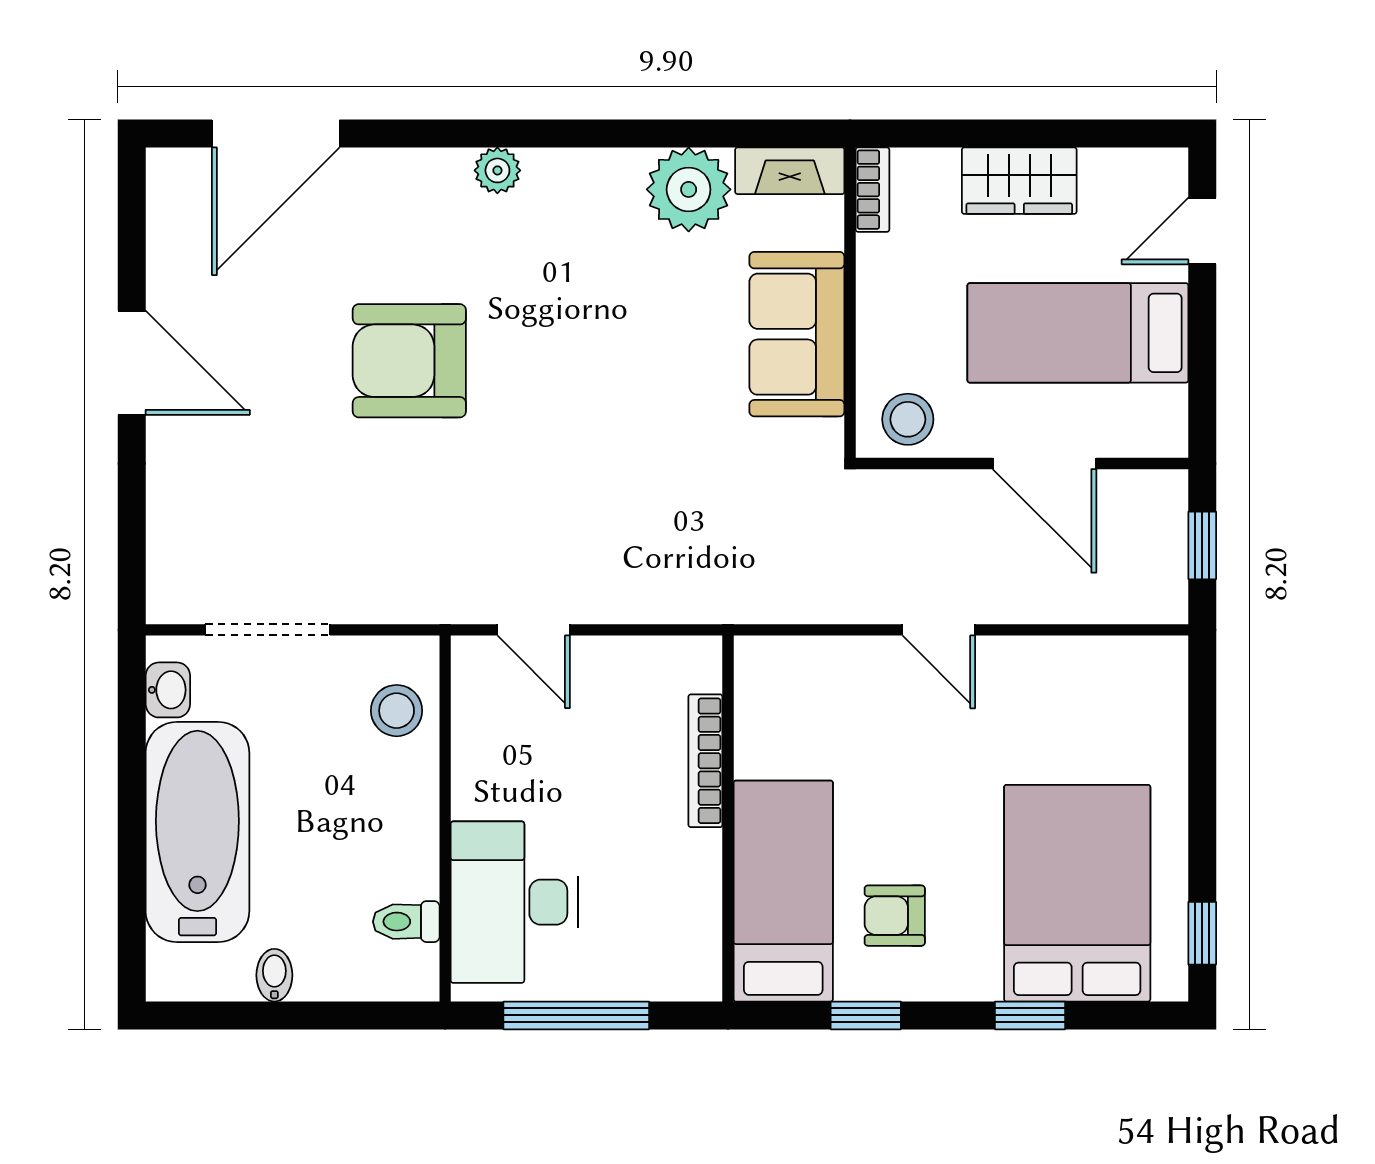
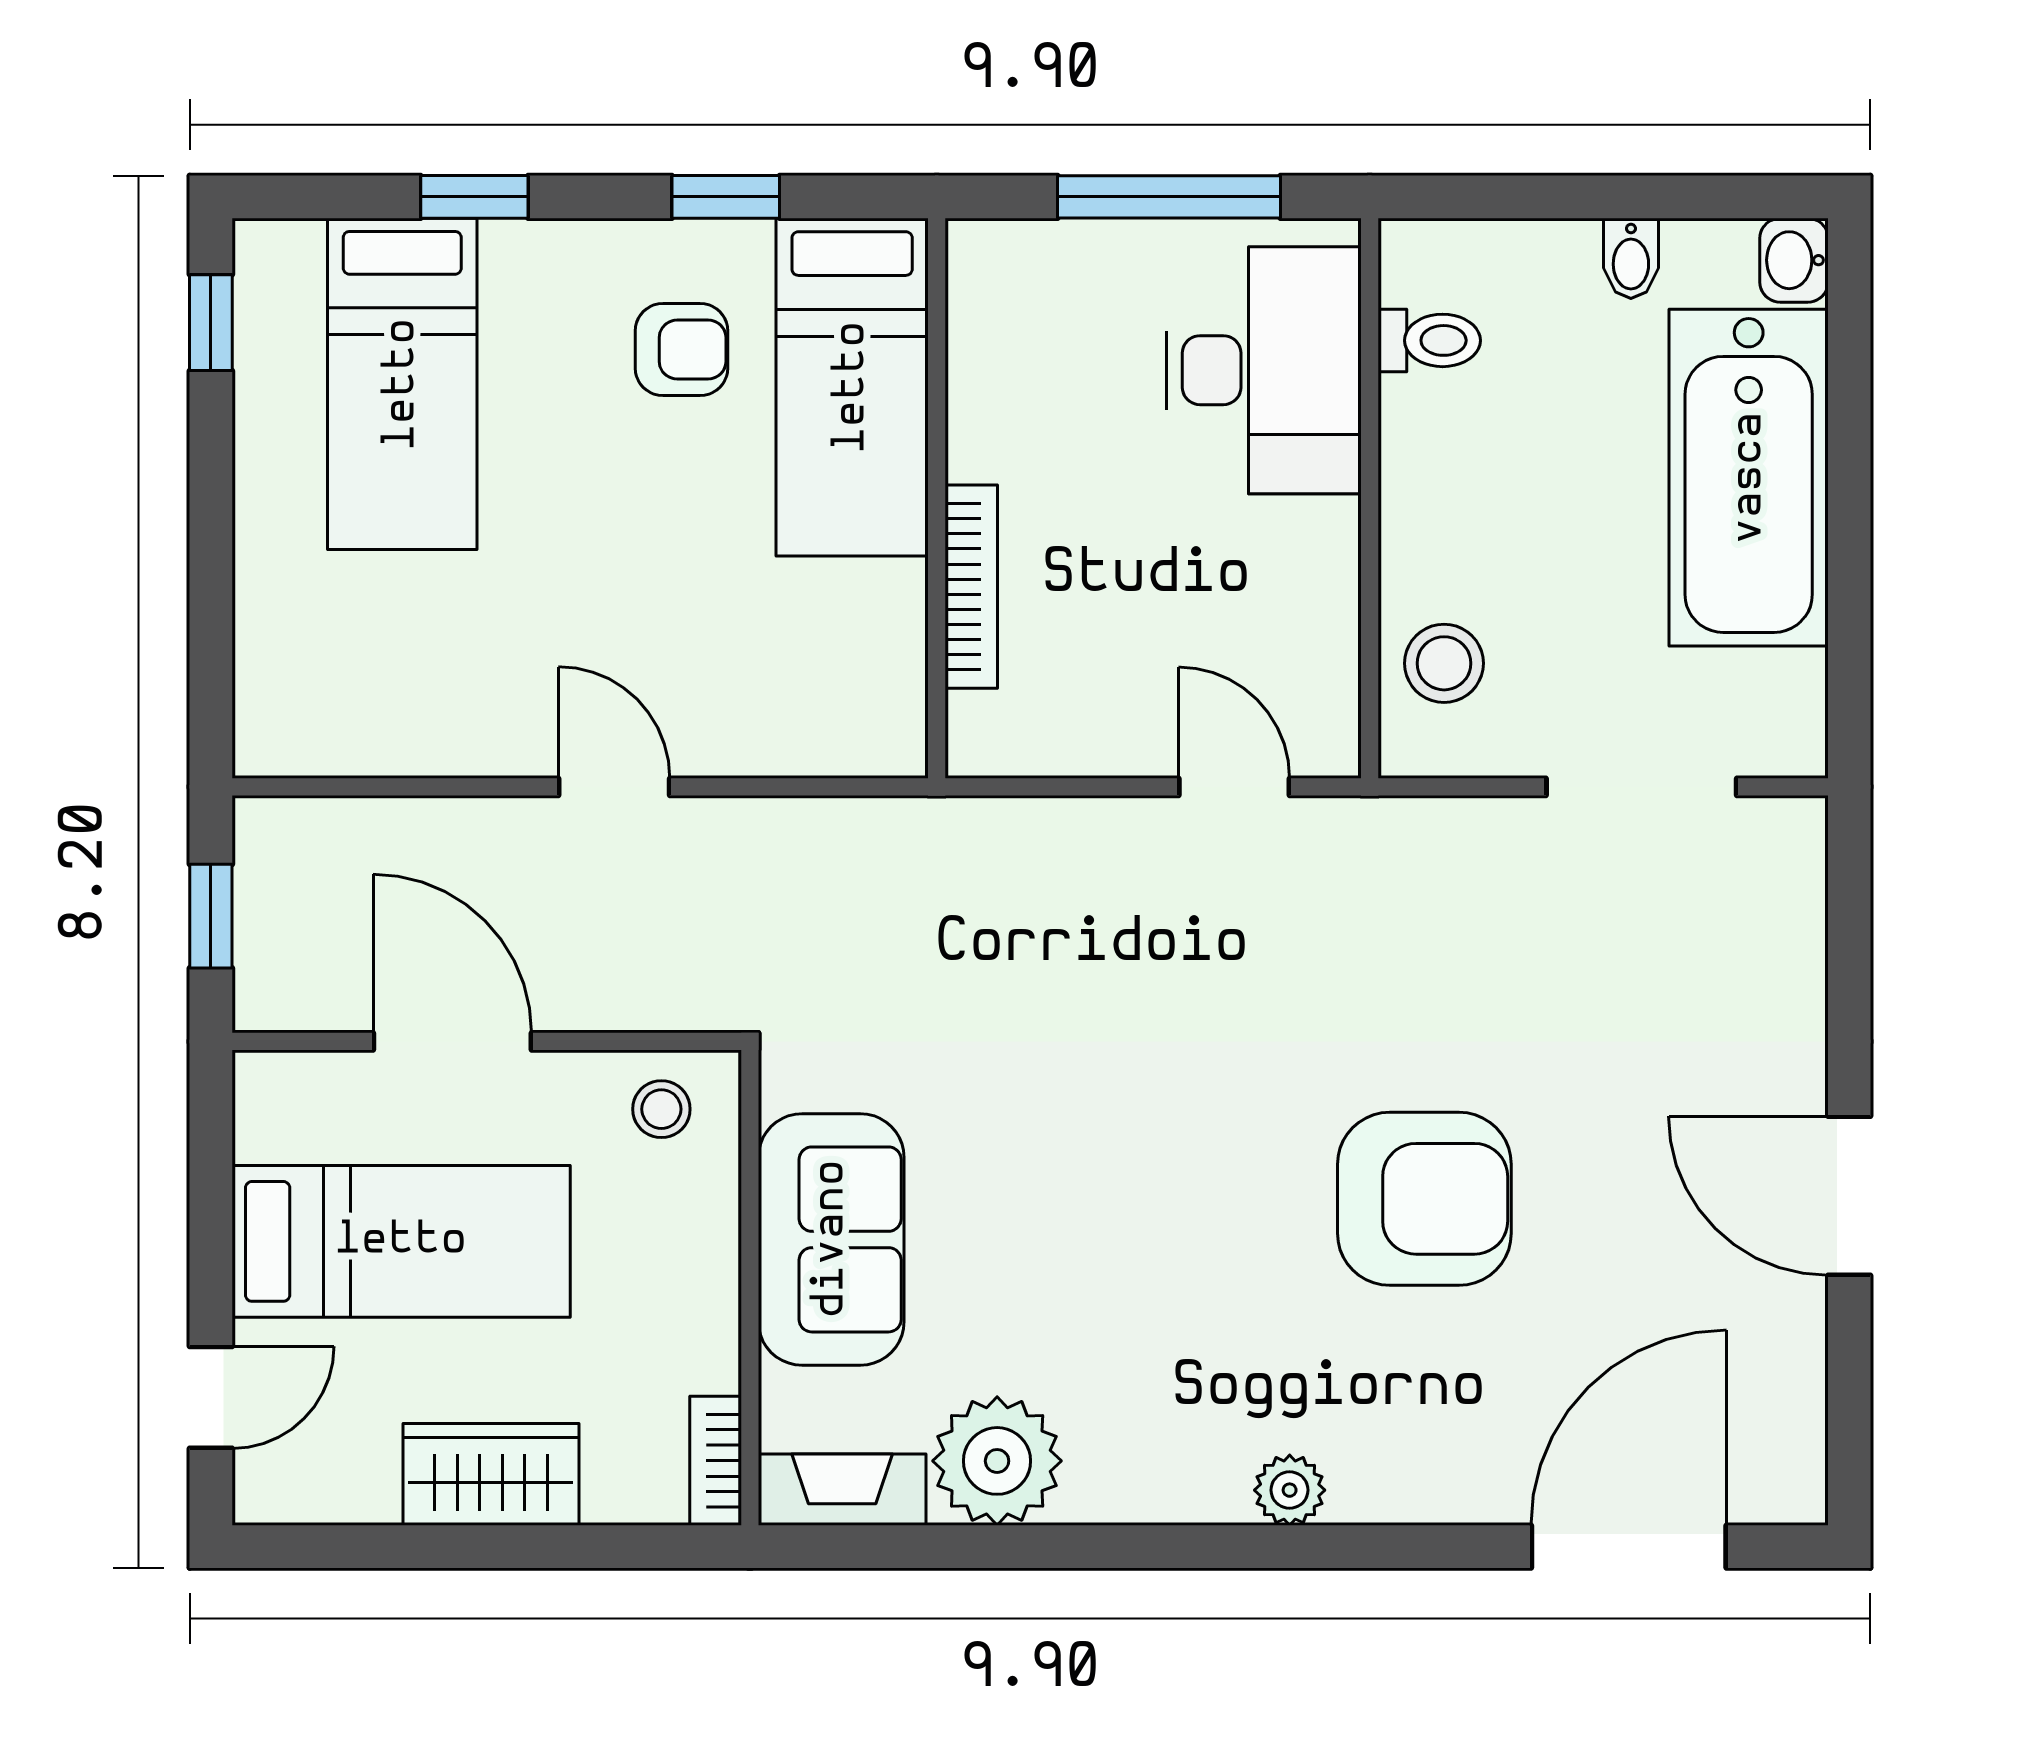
stool: (908, 419) -> (661, 1109), width x0.73, depth x0.73
washbasin: (168, 690) -> (1794, 260), moved
bed: (1077, 893) -> (402, 384), width x0.67

